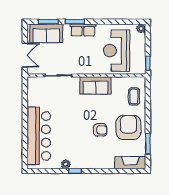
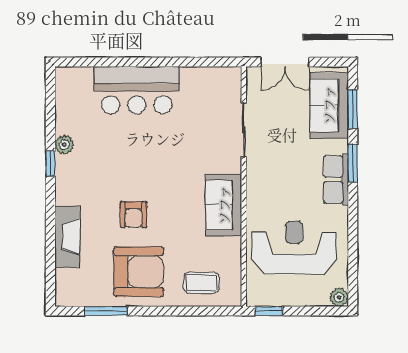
bar counter: (39, 136) -> (137, 90), width x0.73
fireplace: (130, 163) -> (67, 237), moved

